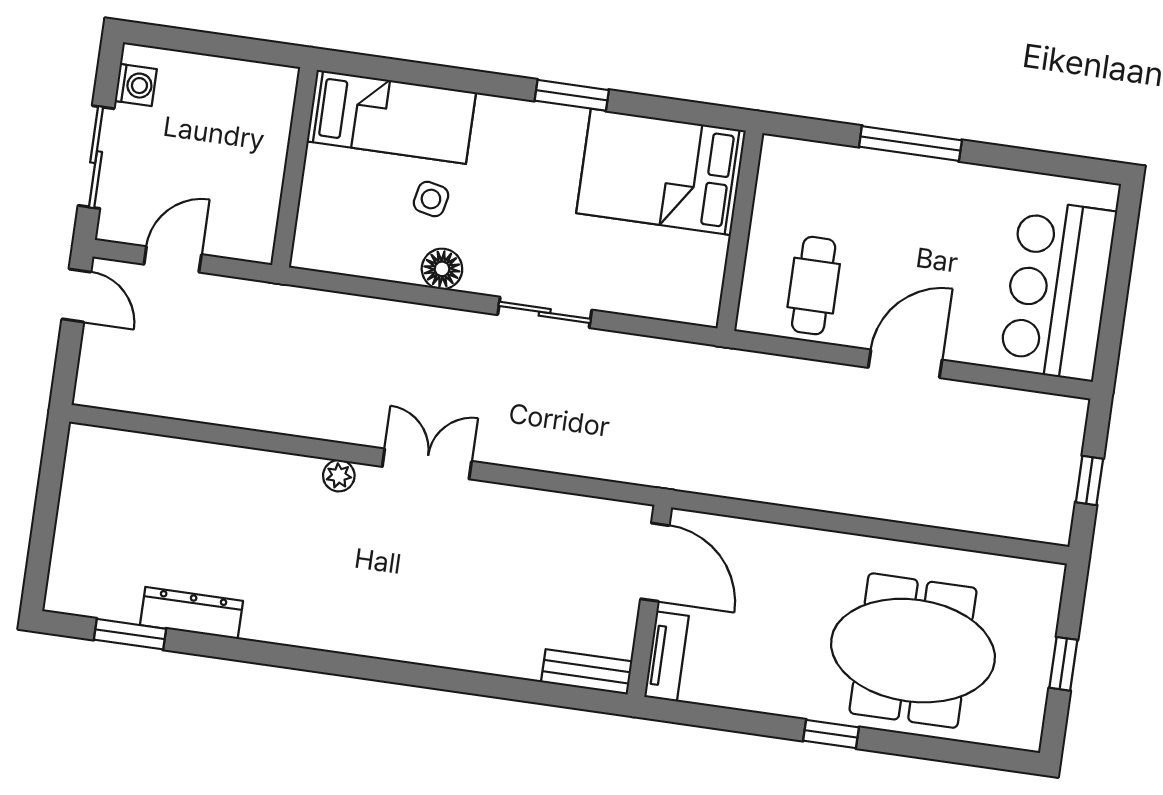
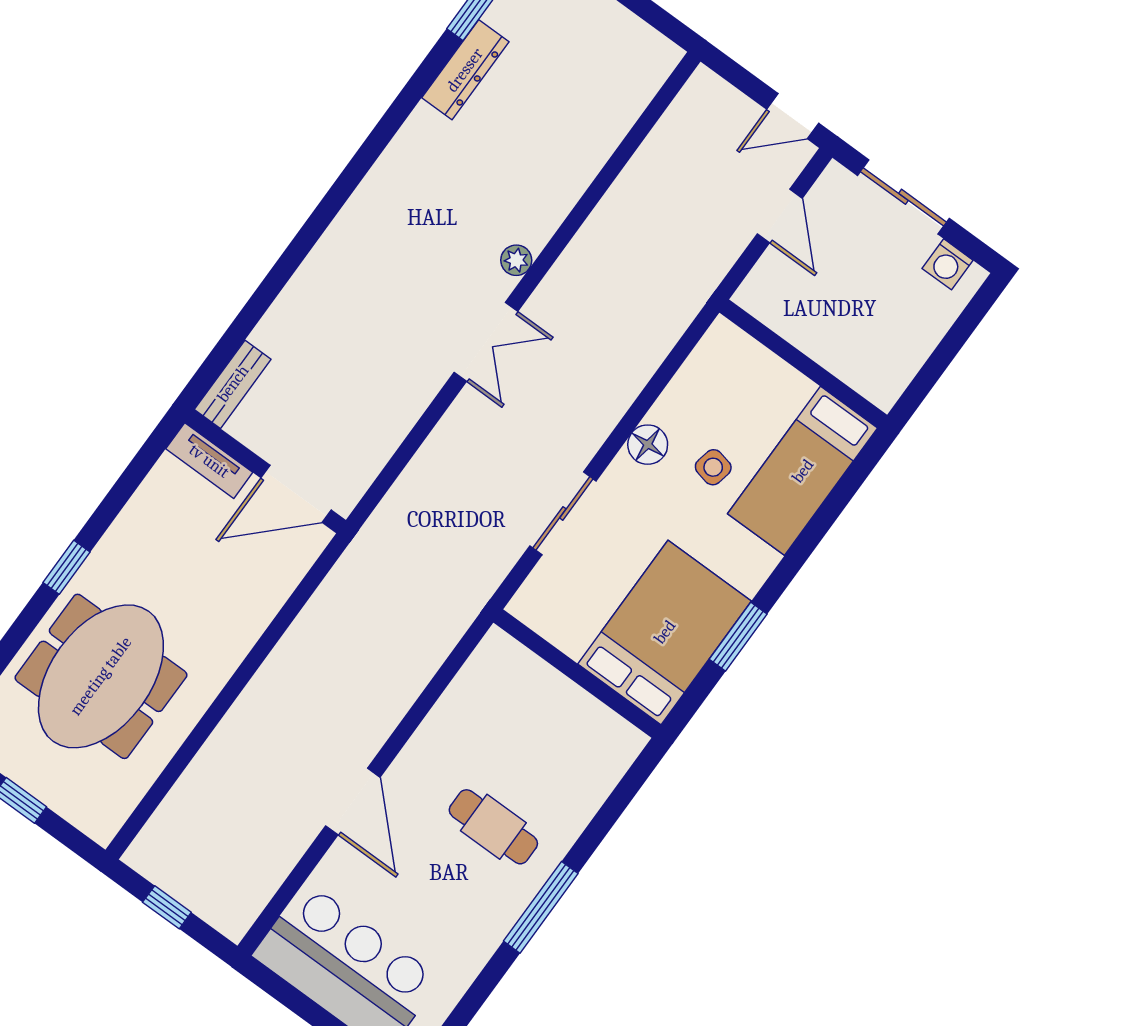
bed: (661, 172) -> (665, 632), moved
wall: (740, 231) -> (577, 674), moved
cafe table: (814, 286) -> (493, 827), moved

